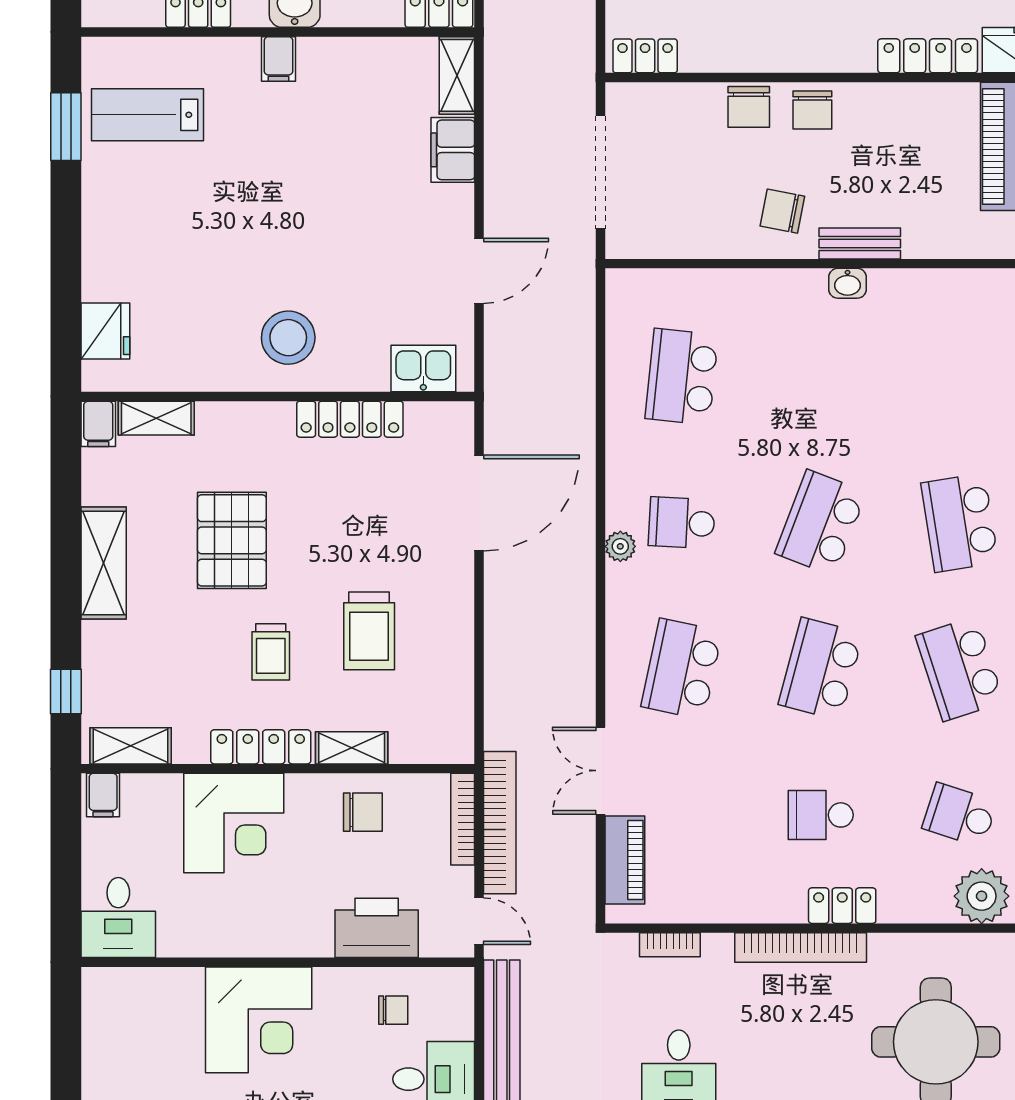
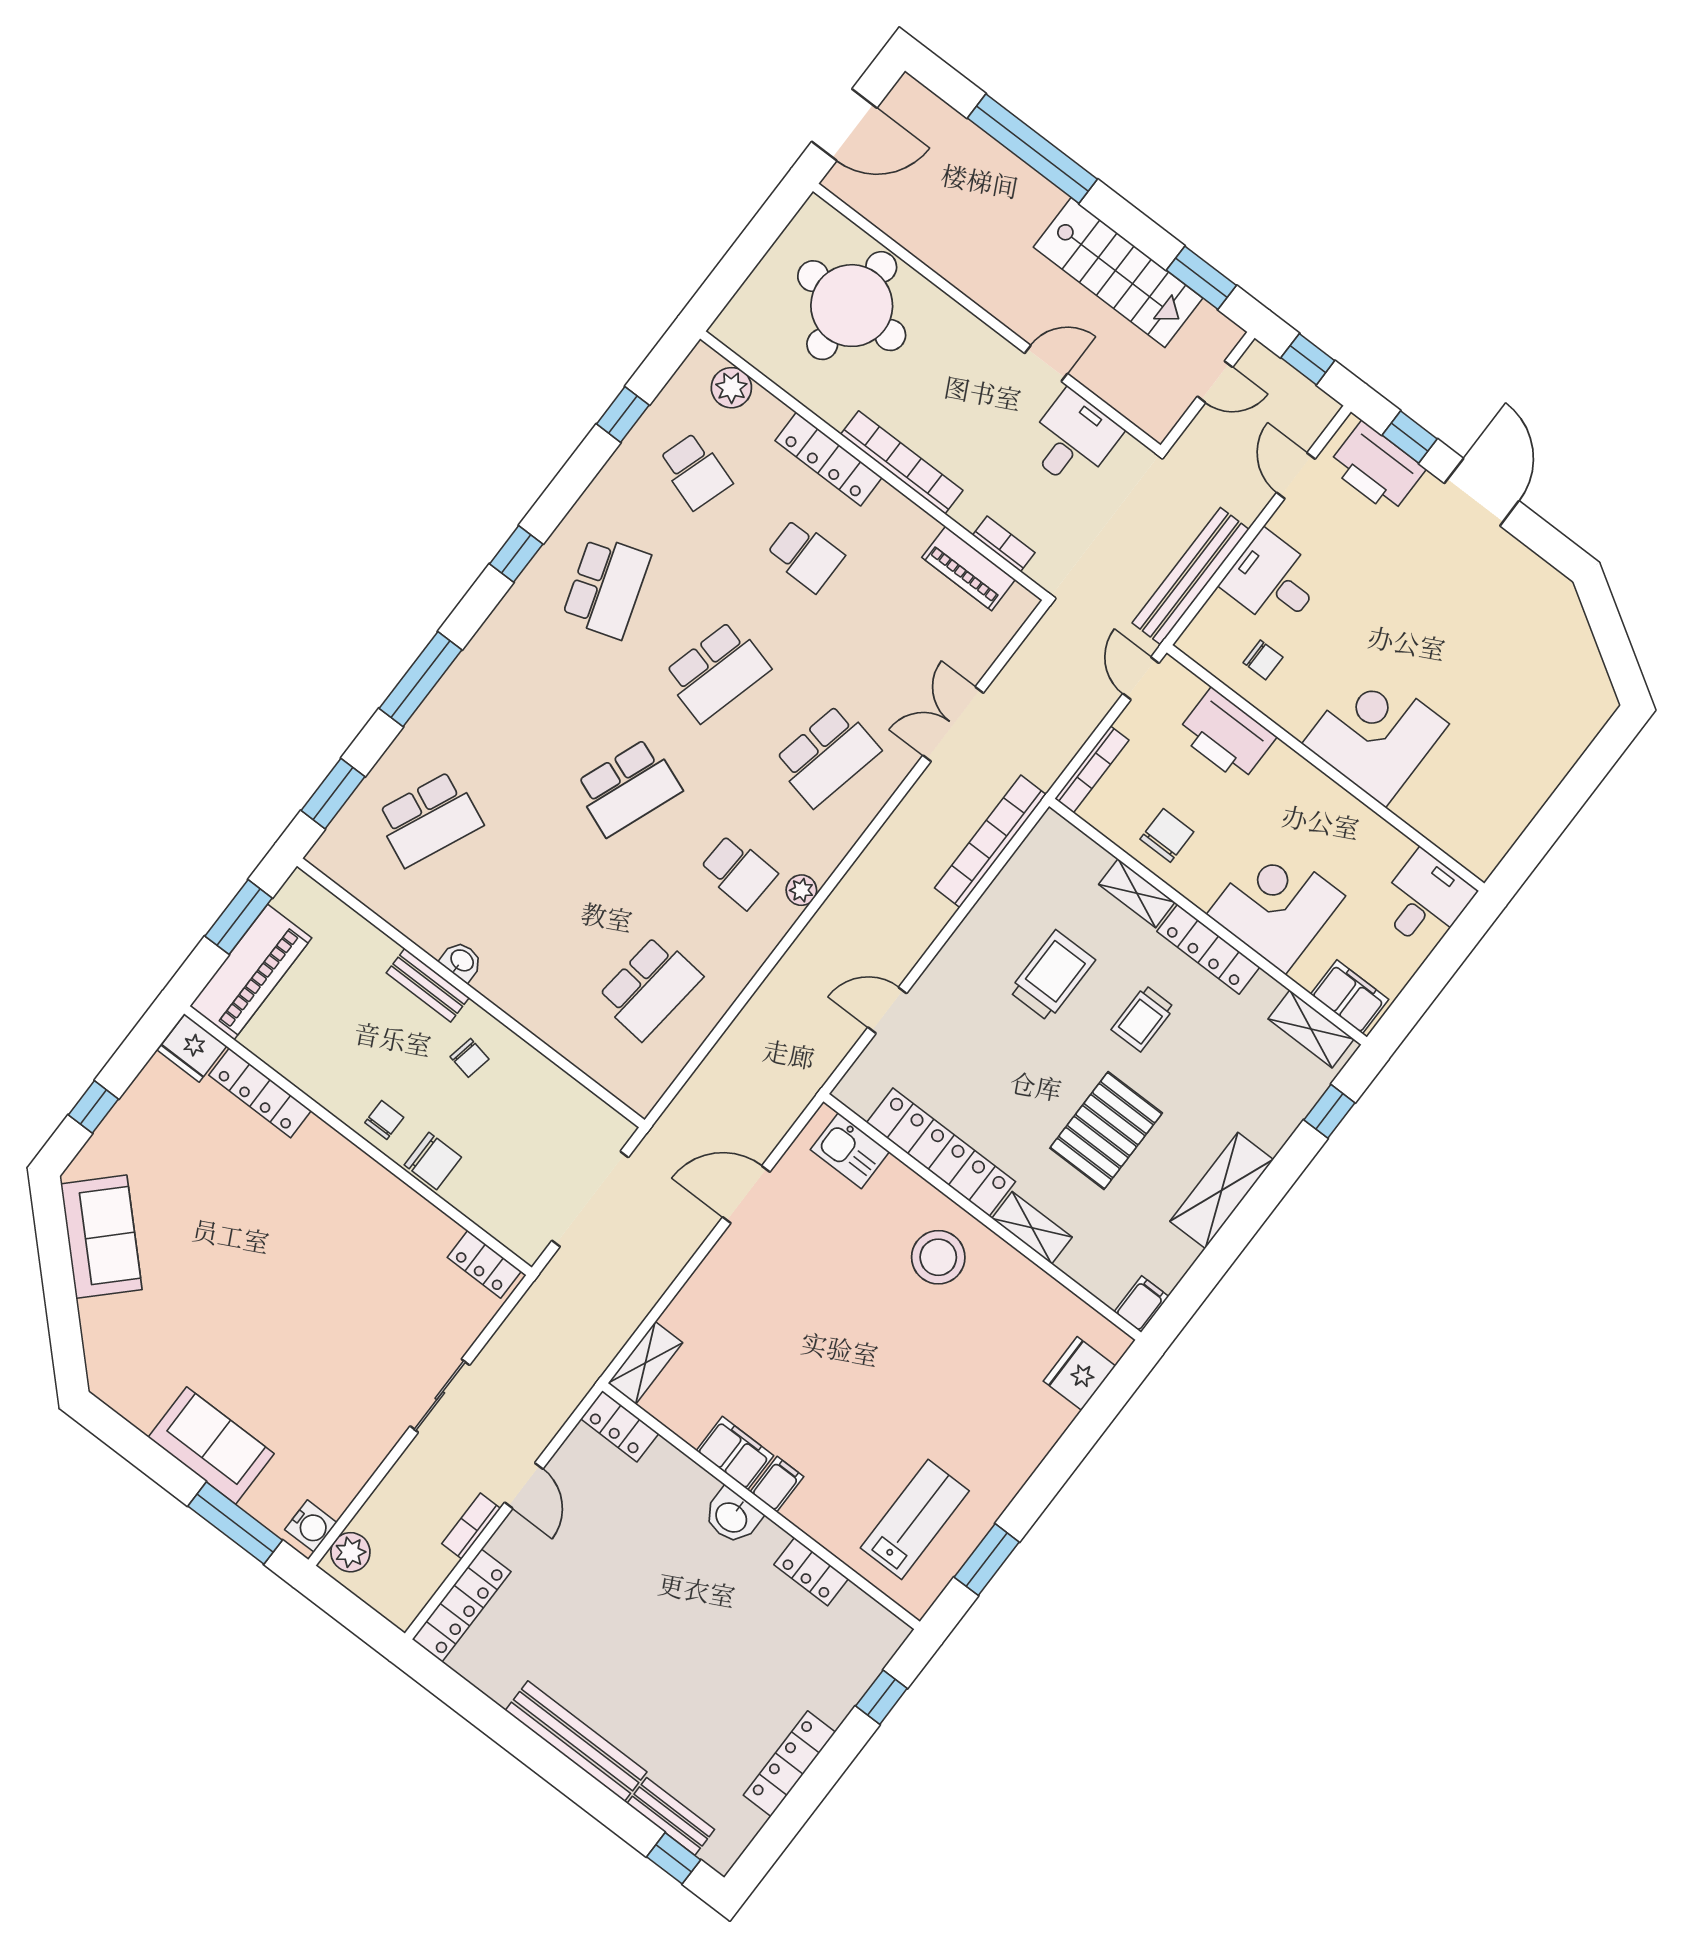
chair: (749, 107) -> (433, 1161), turned 90
chair: (812, 110) -> (384, 1120), width x0.73, depth x0.73
lab bench: (147, 115) -> (915, 1519), turned -90
filing cabinet: (453, 150) -> (735, 1453), moved, turned -90
chair: (782, 211) -> (469, 1058), width x0.73, depth x0.73
shelving: (156, 418) -> (1032, 1228), moved
locker: (350, 419) -> (941, 1152), width x1.41, depth x1.21
door: (479, 503) -> (887, 1010), width x0.53
school desk: (960, 523) -> (429, 819), moved, turned 33
trolley: (271, 652) -> (1143, 1018), turned 180
double door: (601, 771) -> (953, 724), swing flipped
filing cabinet: (103, 795) -> (1350, 997), width x2.00
chair: (363, 812) -> (1167, 835), turned 90
bookcase: (500, 823) -> (990, 841), moved
piano: (625, 860) -> (969, 569), moved, turned -90
plant: (982, 896) -> (731, 388), width x0.73, depth x0.73
locker: (842, 906) -> (828, 459), width x1.53
chair: (393, 1010) -> (1263, 660), turned 180

